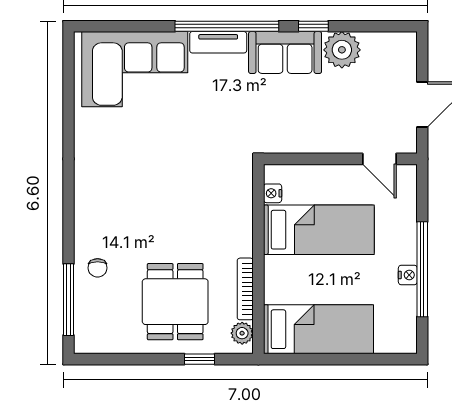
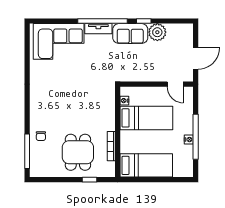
plant: (242, 333) -> (110, 167), removed

